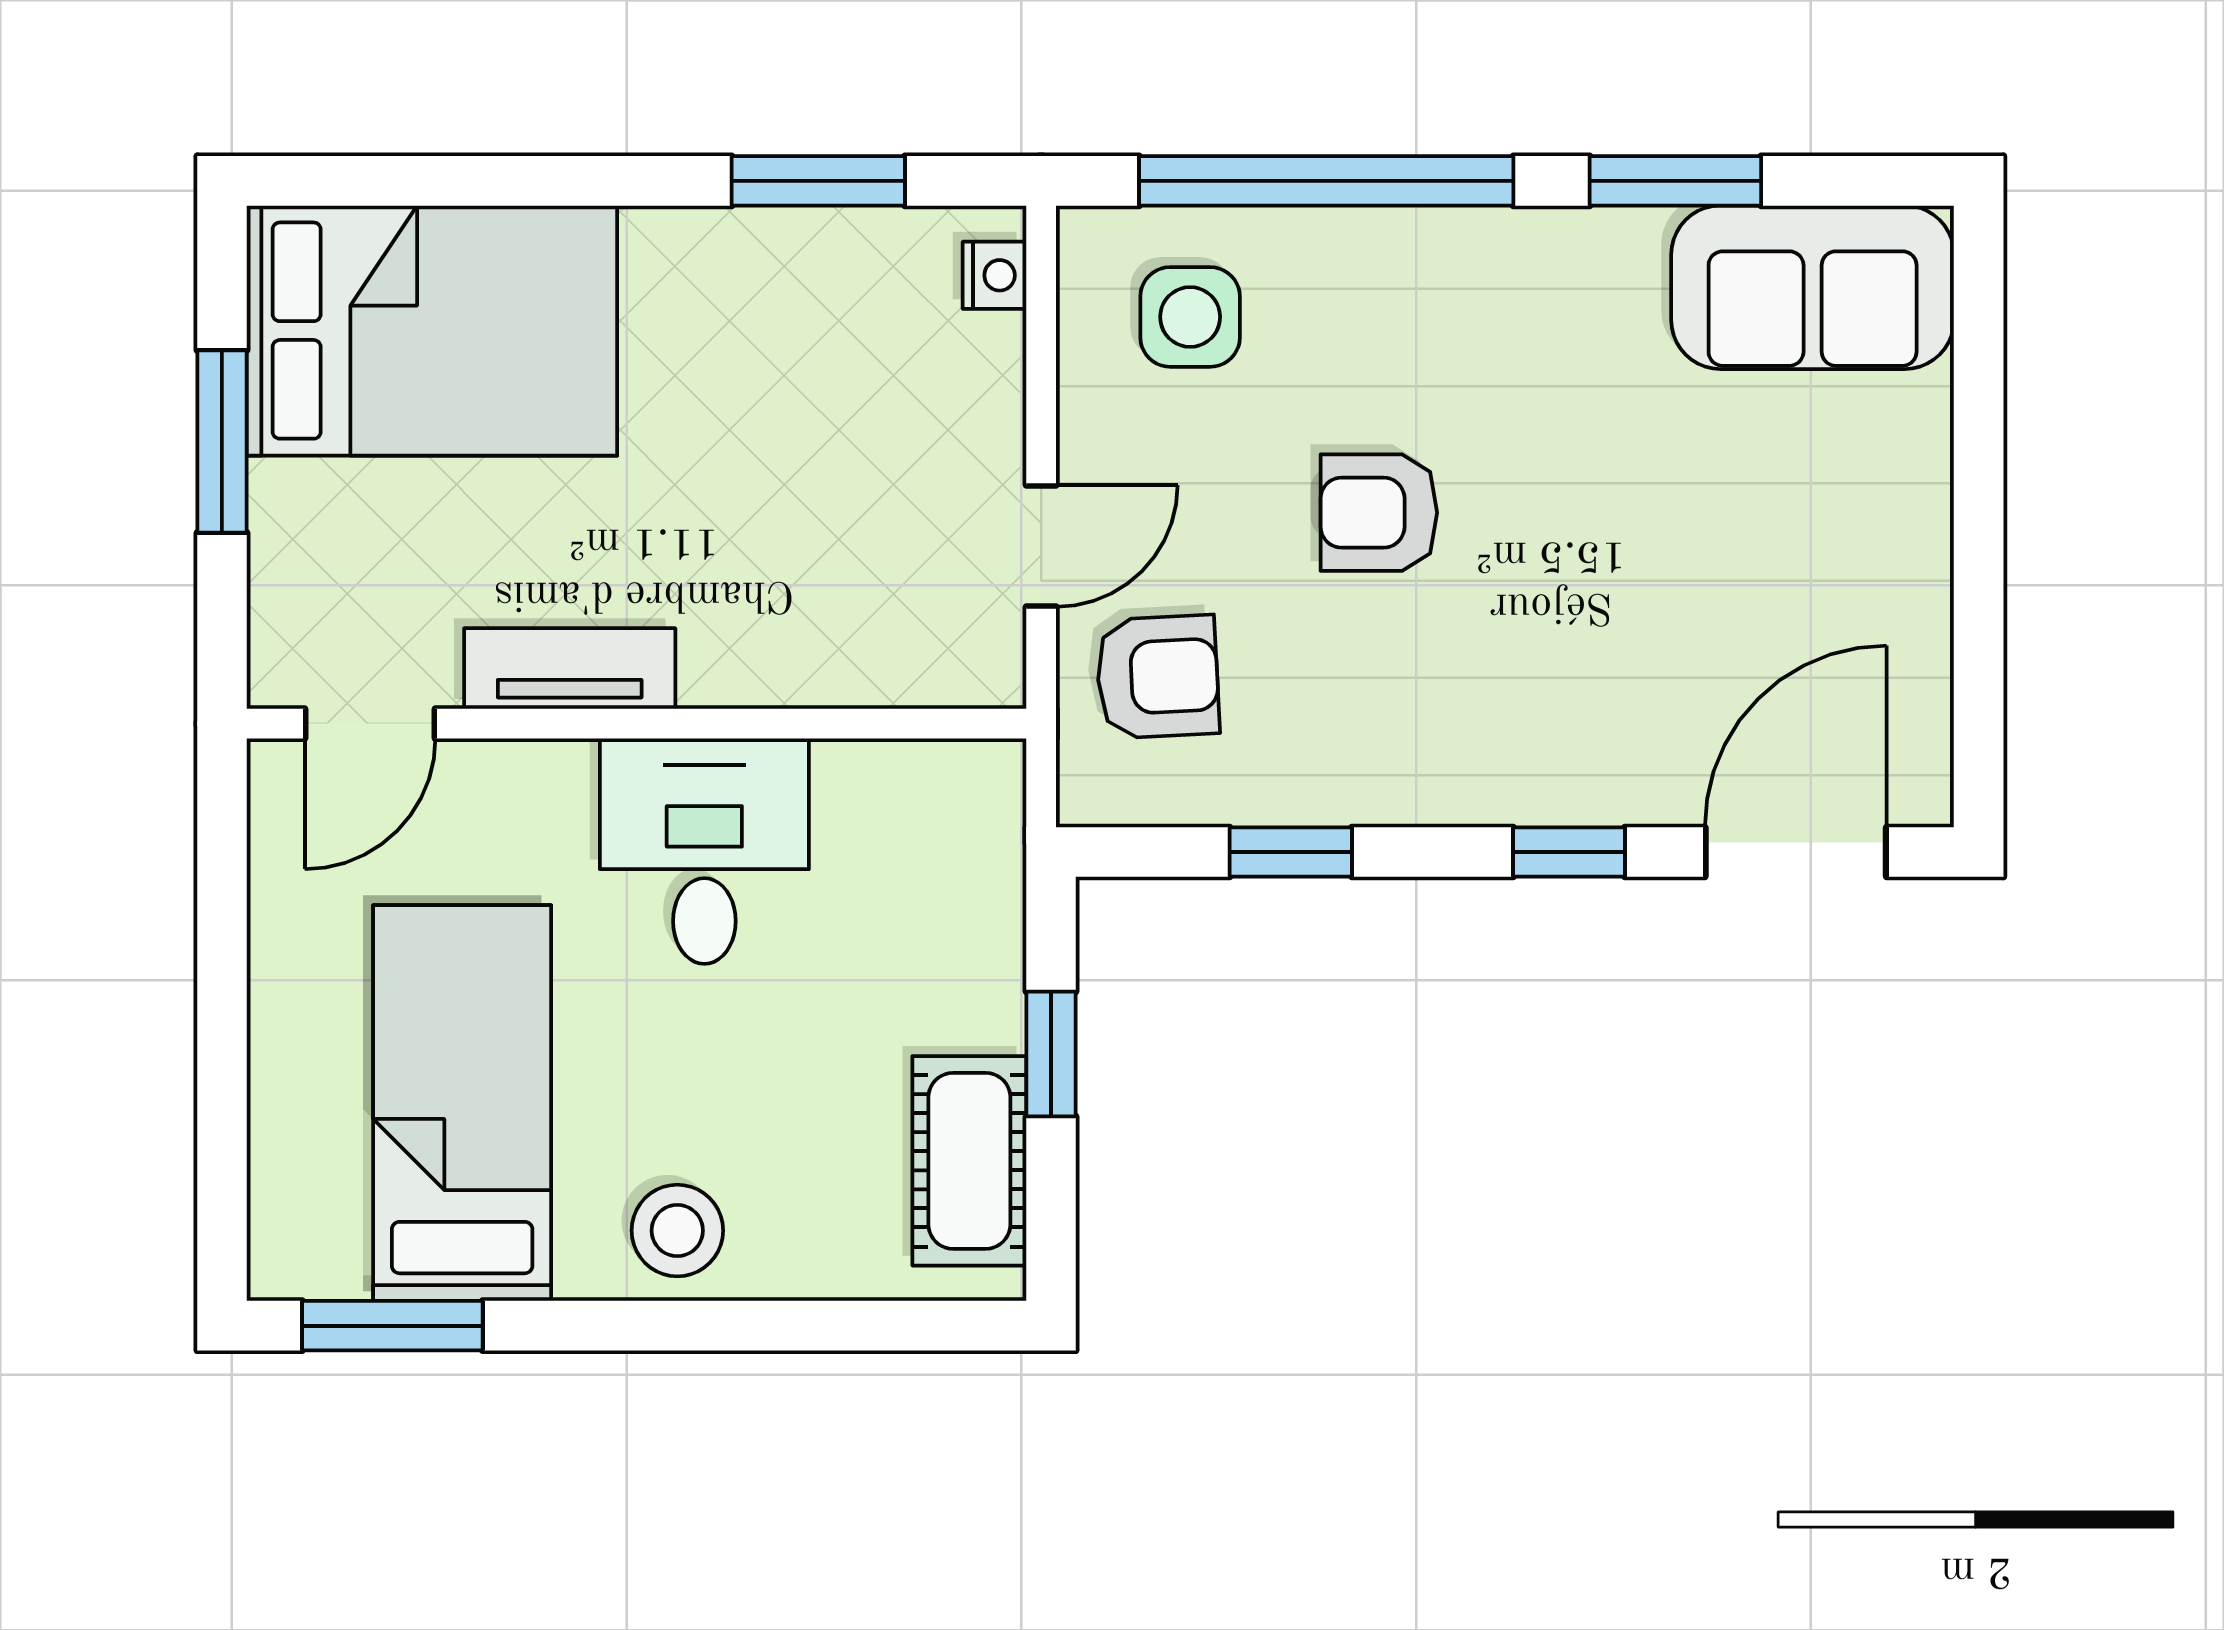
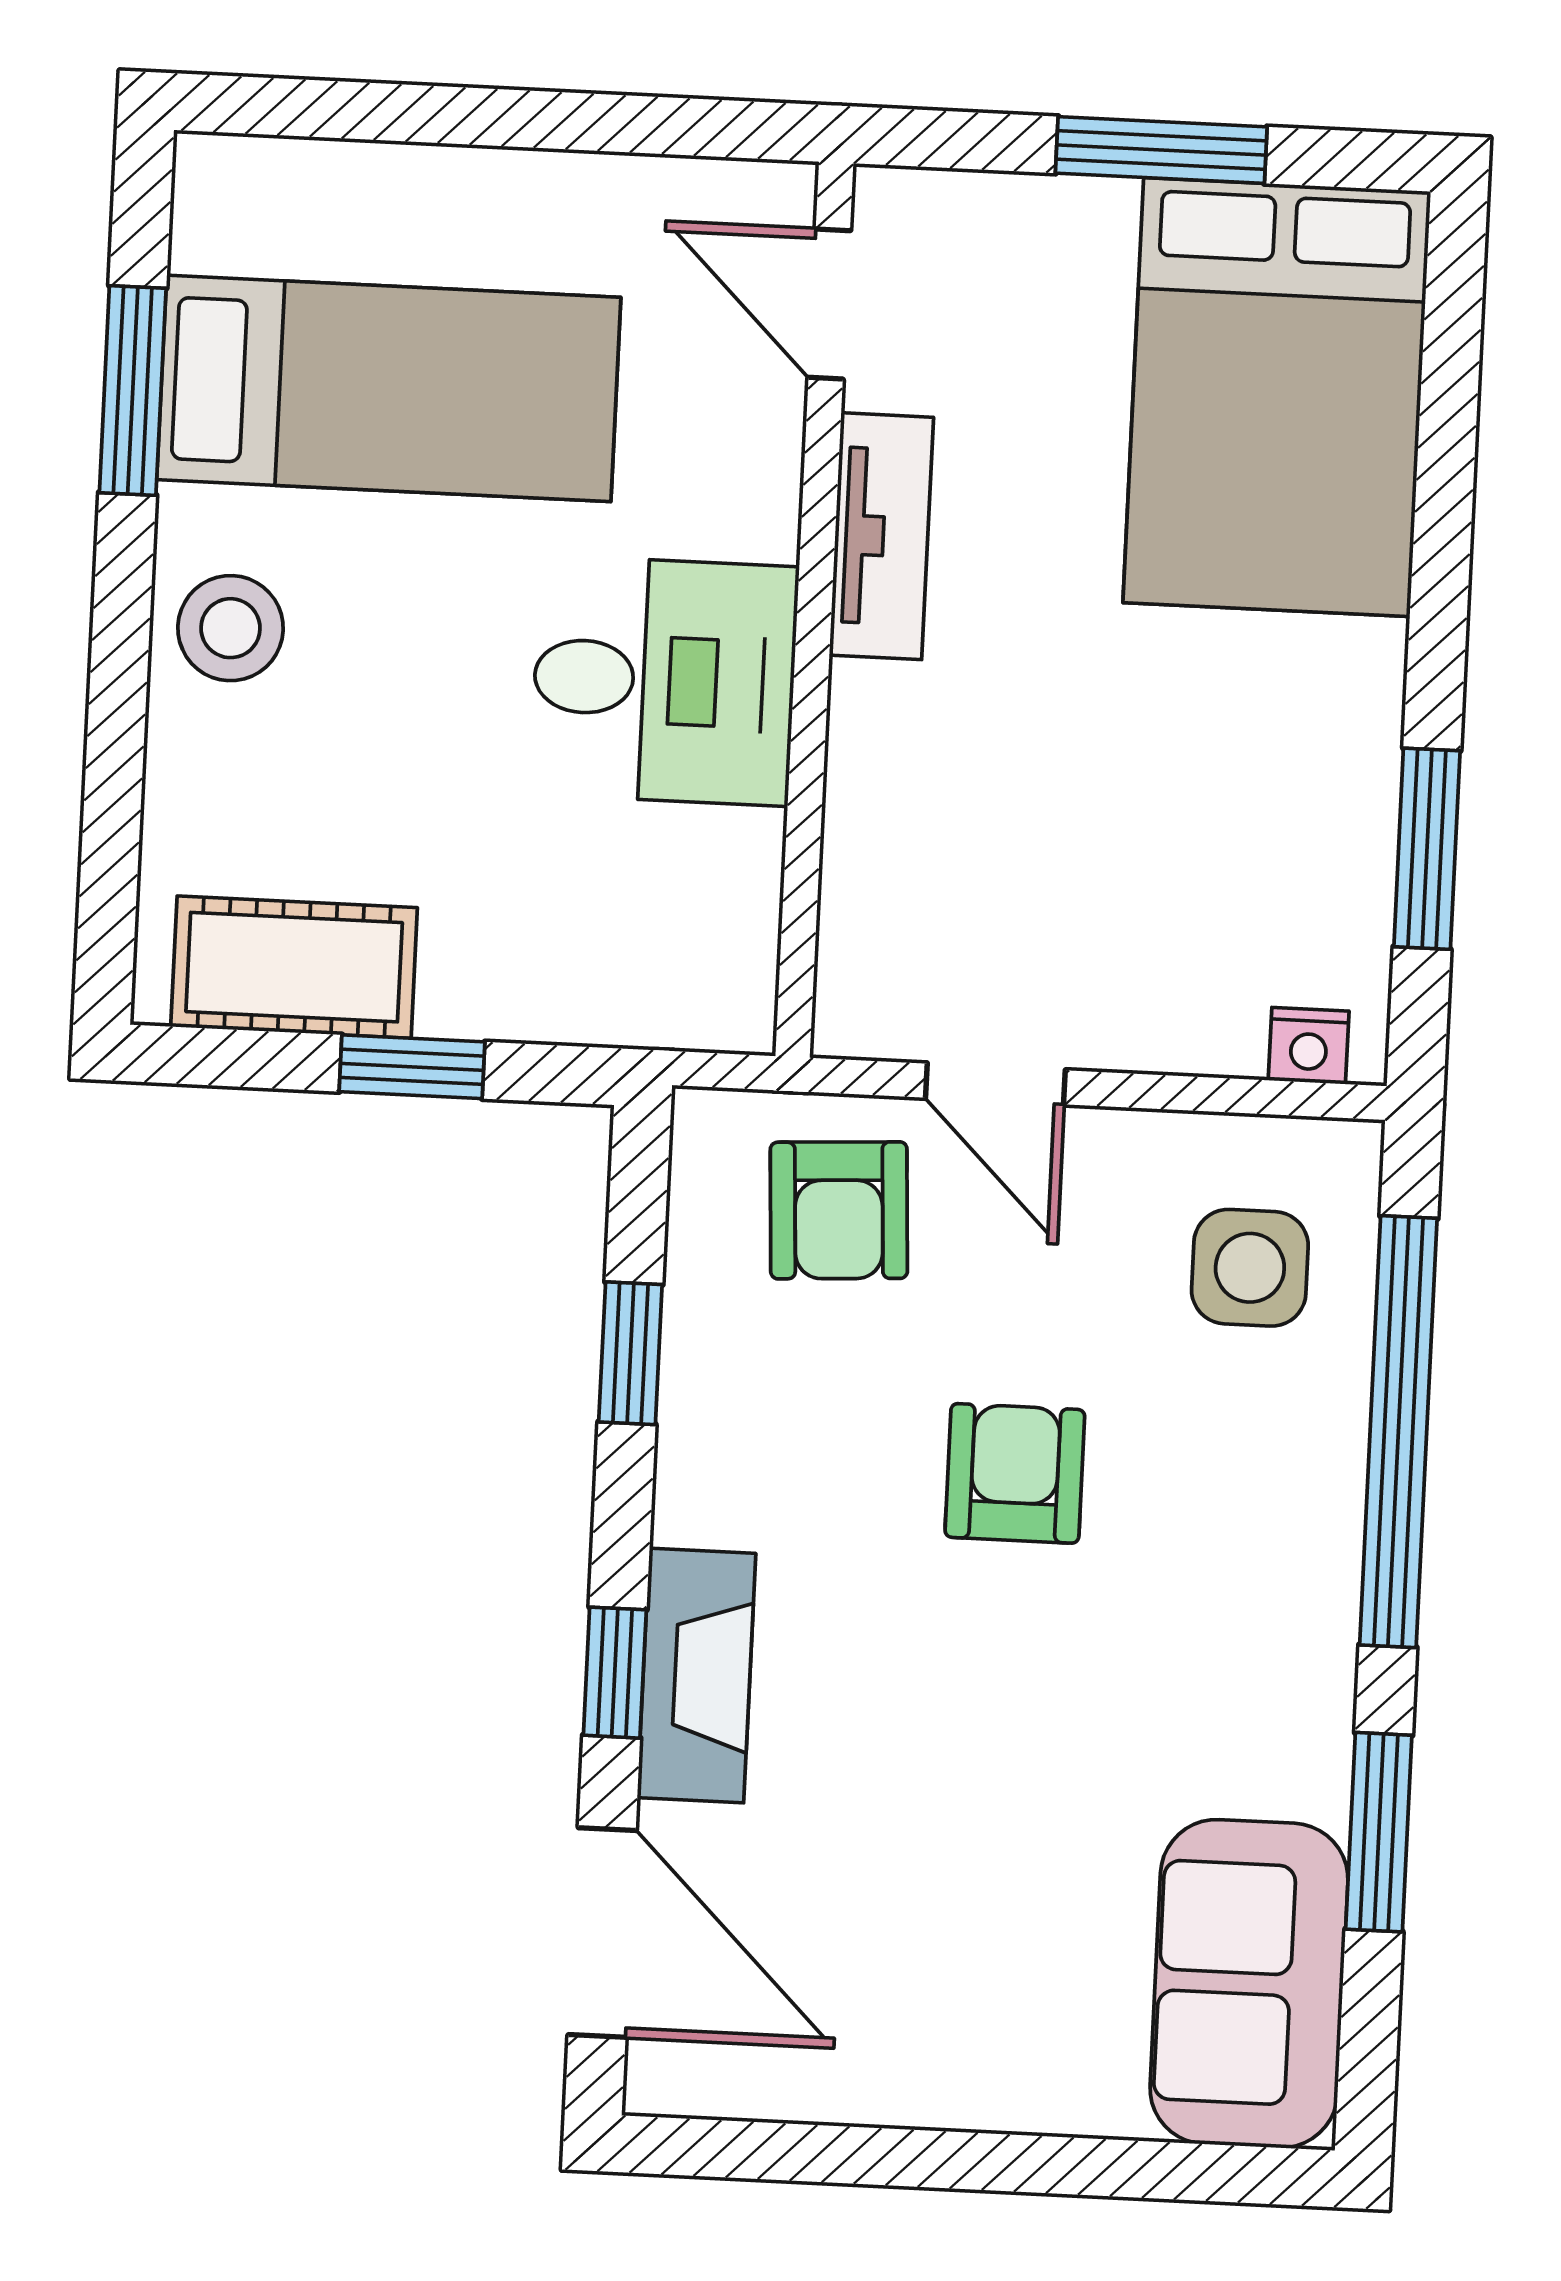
fireplace: (1568, 781) -> (696, 1676), added
window: (392, 1326) -> (133, 390), moved

